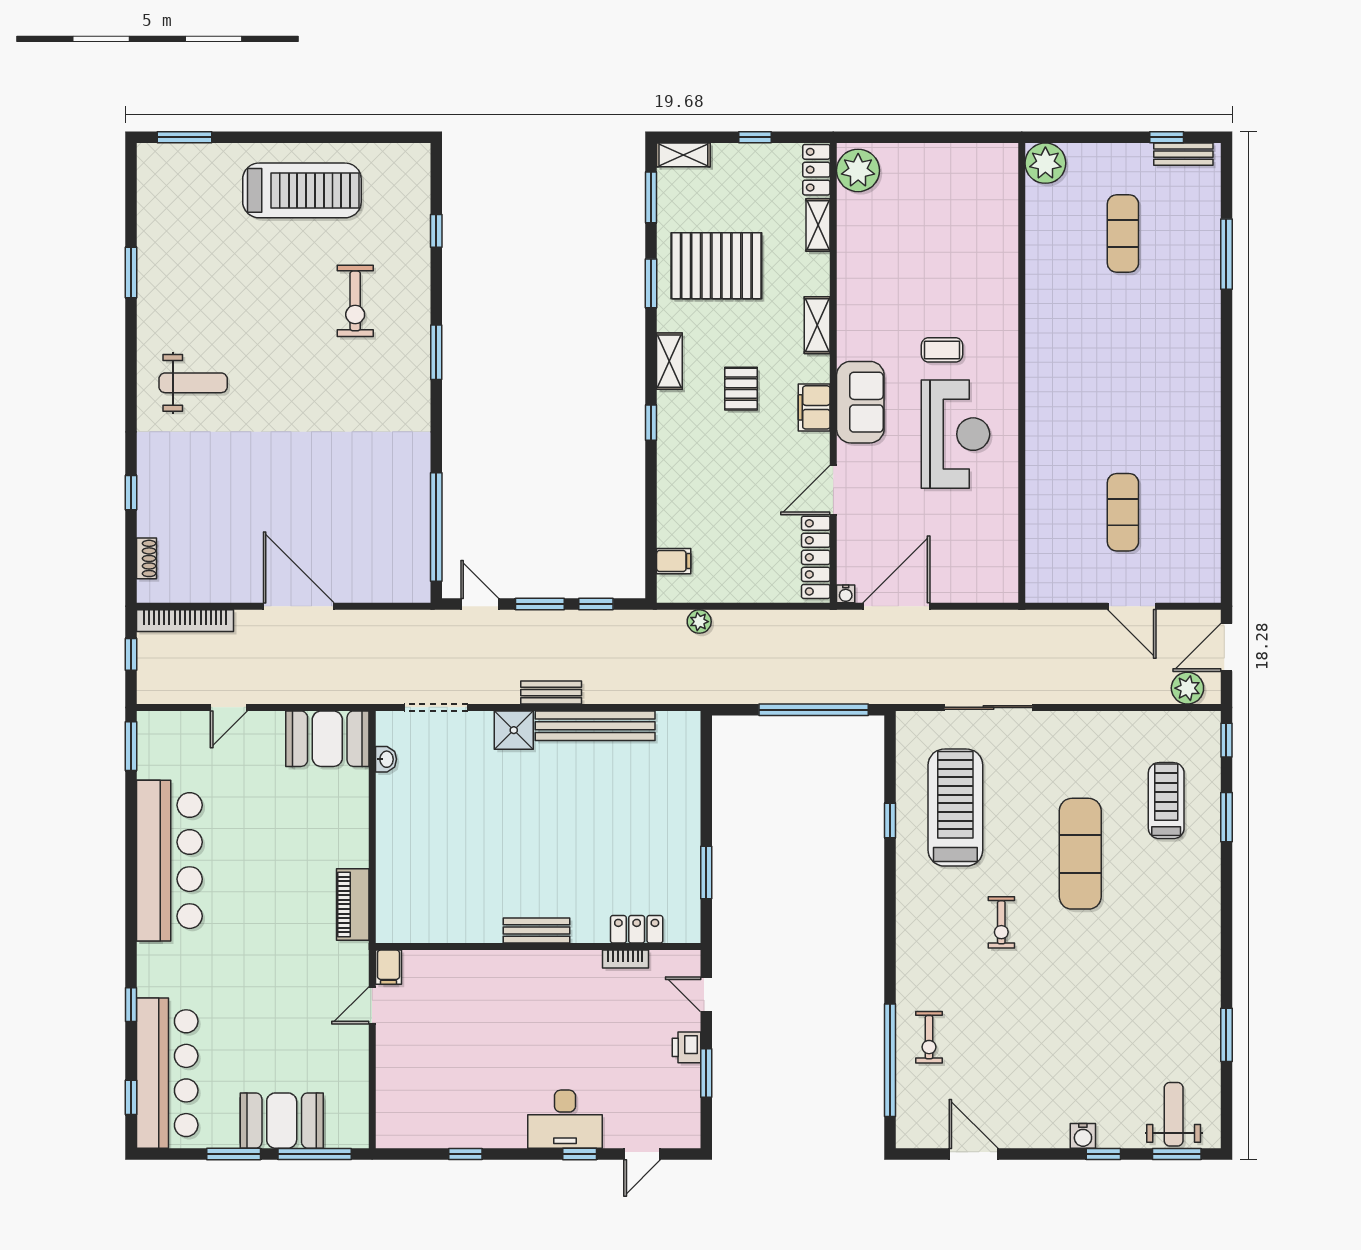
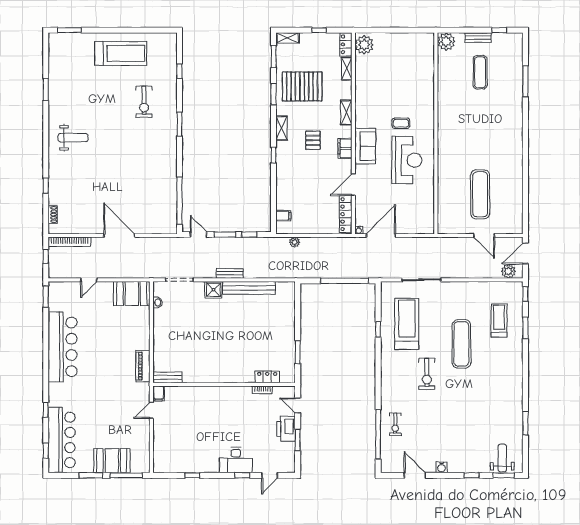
bench: (1183, 154) -> (478, 38), moved
exercise mat: (1123, 512) -> (480, 194), width x1.36, depth x1.45
exercise bike: (1001, 922) -> (427, 374), width x1.38, depth x1.39
bench: (536, 930) -> (167, 377), moved
printer: (687, 1047) -> (286, 429), width x1.87, depth x1.48
water cooler: (1083, 1136) -> (441, 467), moved

